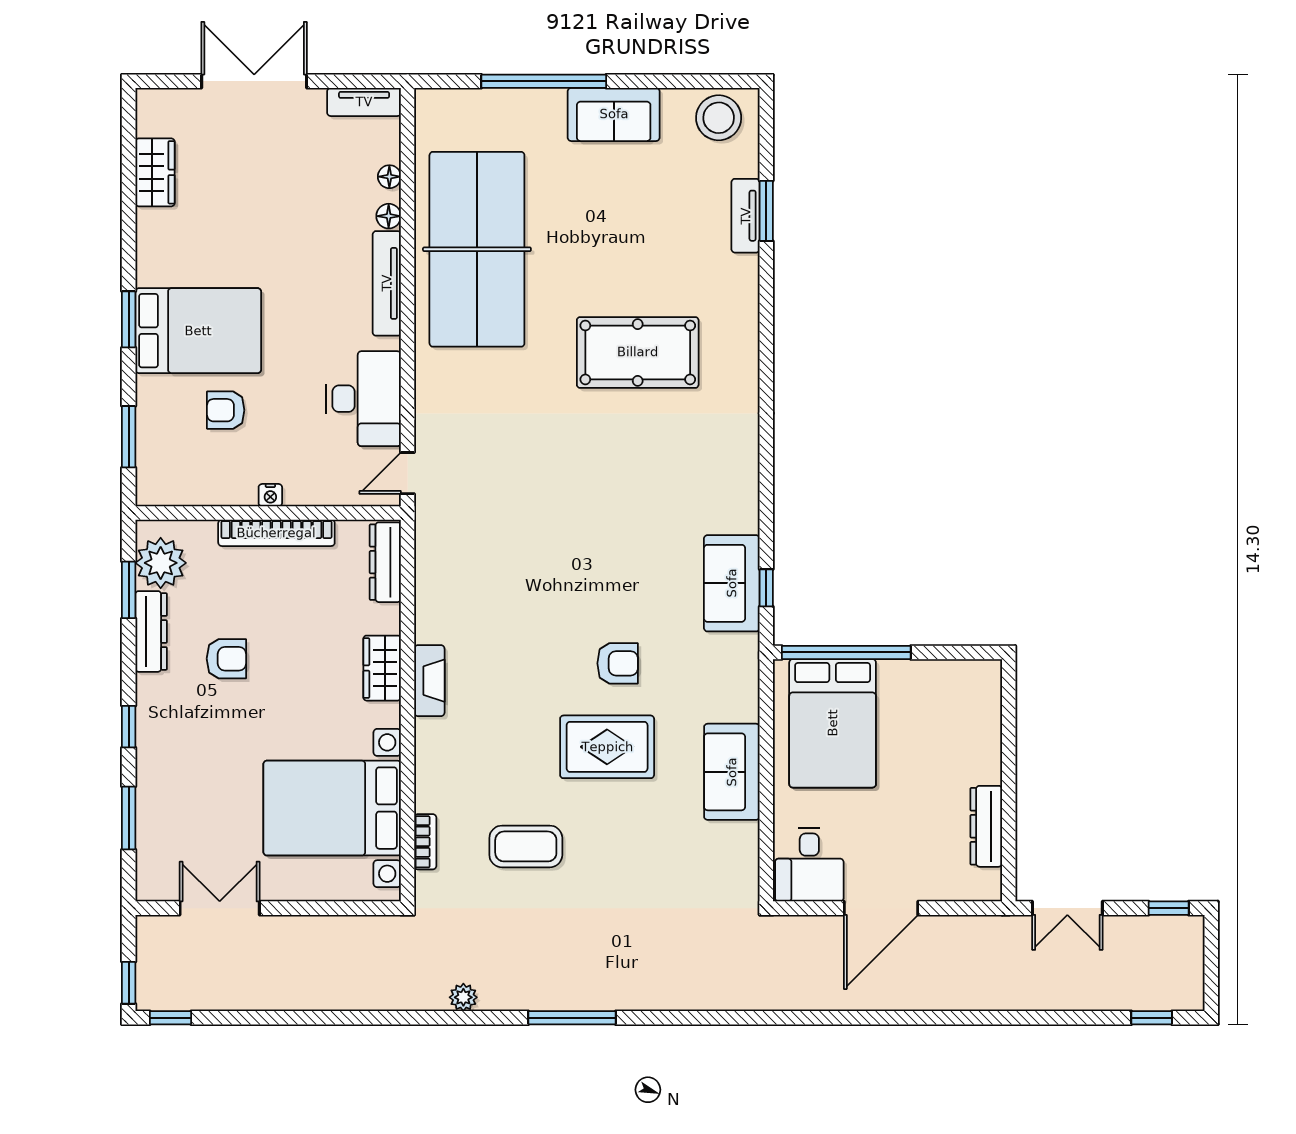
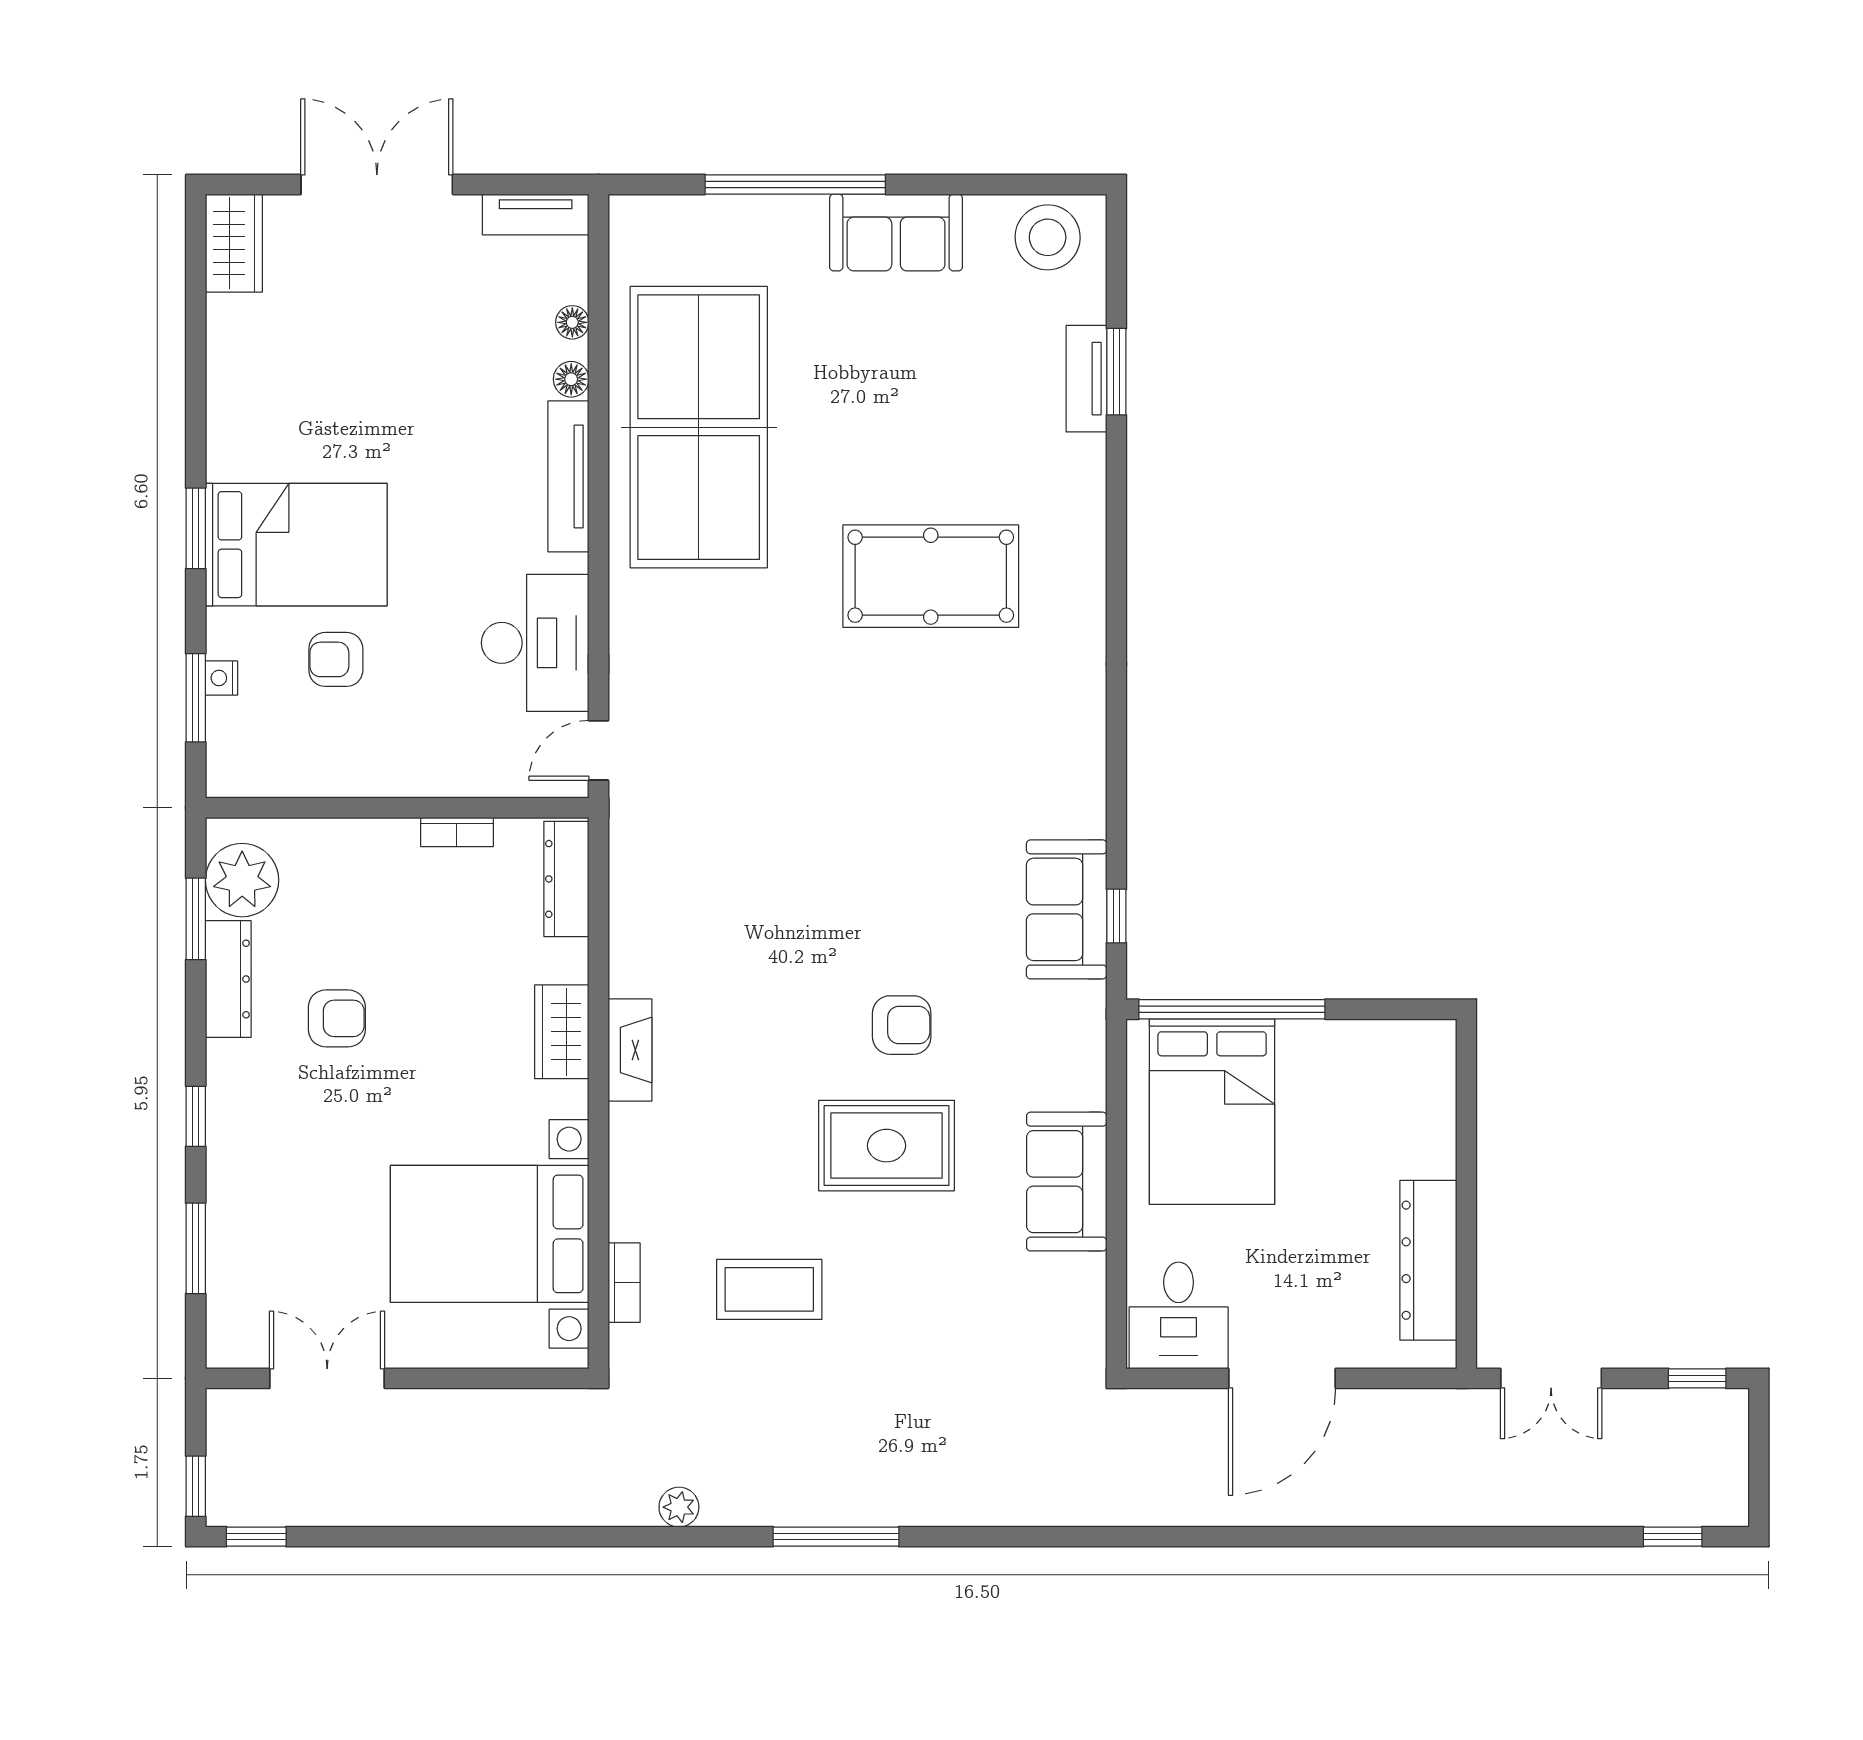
wardrobe: (155, 172) -> (234, 243), moved
nightstand: (270, 495) -> (221, 678), moved, turned 90
bookcase: (276, 533) -> (457, 832), width x0.43, depth x0.76
dresser: (986, 826) -> (1428, 1260), width x1.37, depth x1.24

